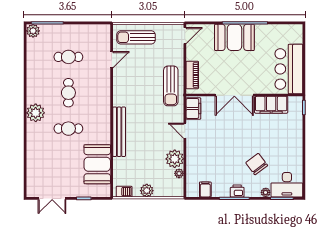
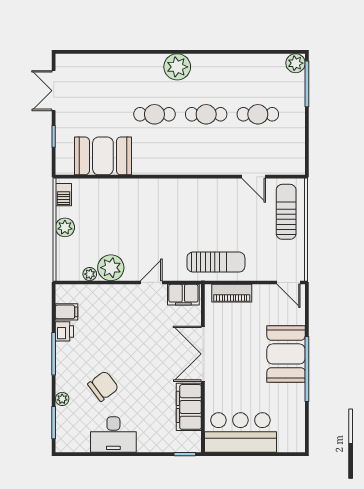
cafe table: (68, 57) -> (258, 114), turned 90
sun lounger: (171, 86) -> (216, 262), turned 180
cafe table: (68, 129) -> (154, 114), turned 90
bench: (119, 132) -> (150, 187), removed
desk: (287, 185) -> (113, 435), moved, turned -90
printer: (237, 191) -> (64, 331), moved

